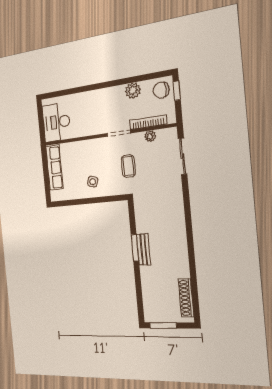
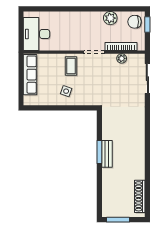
coffee table: (128, 166) -> (71, 66), moved

